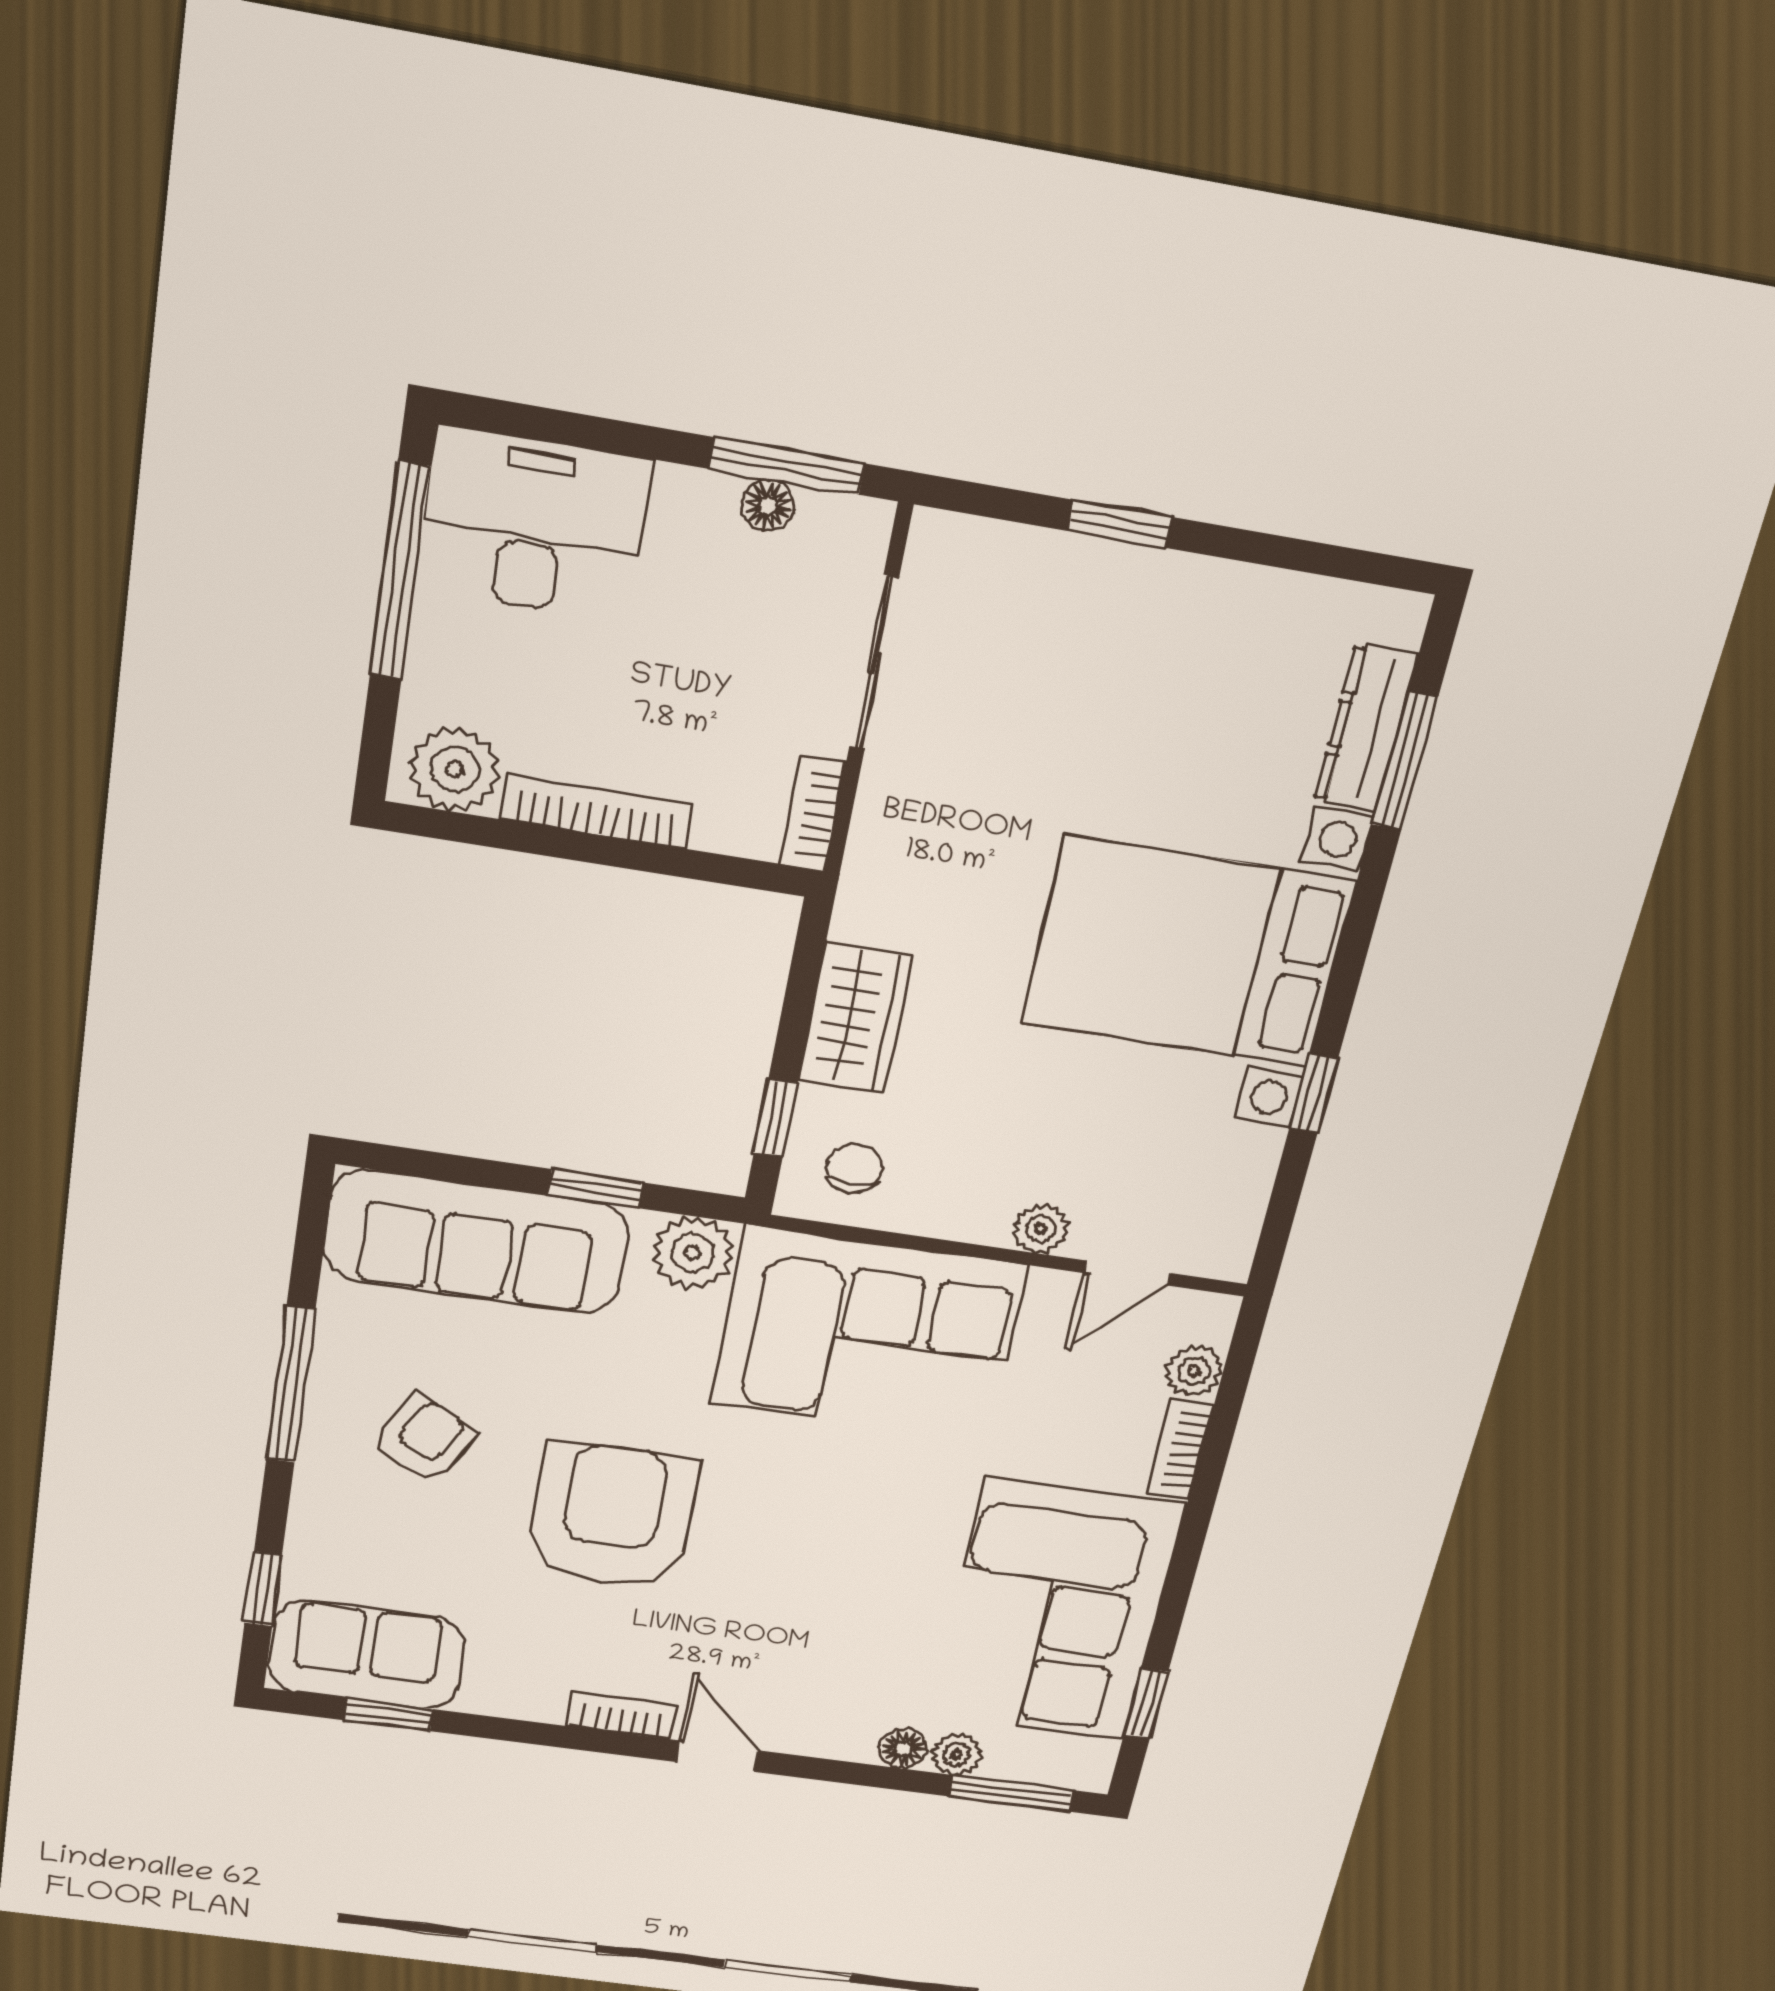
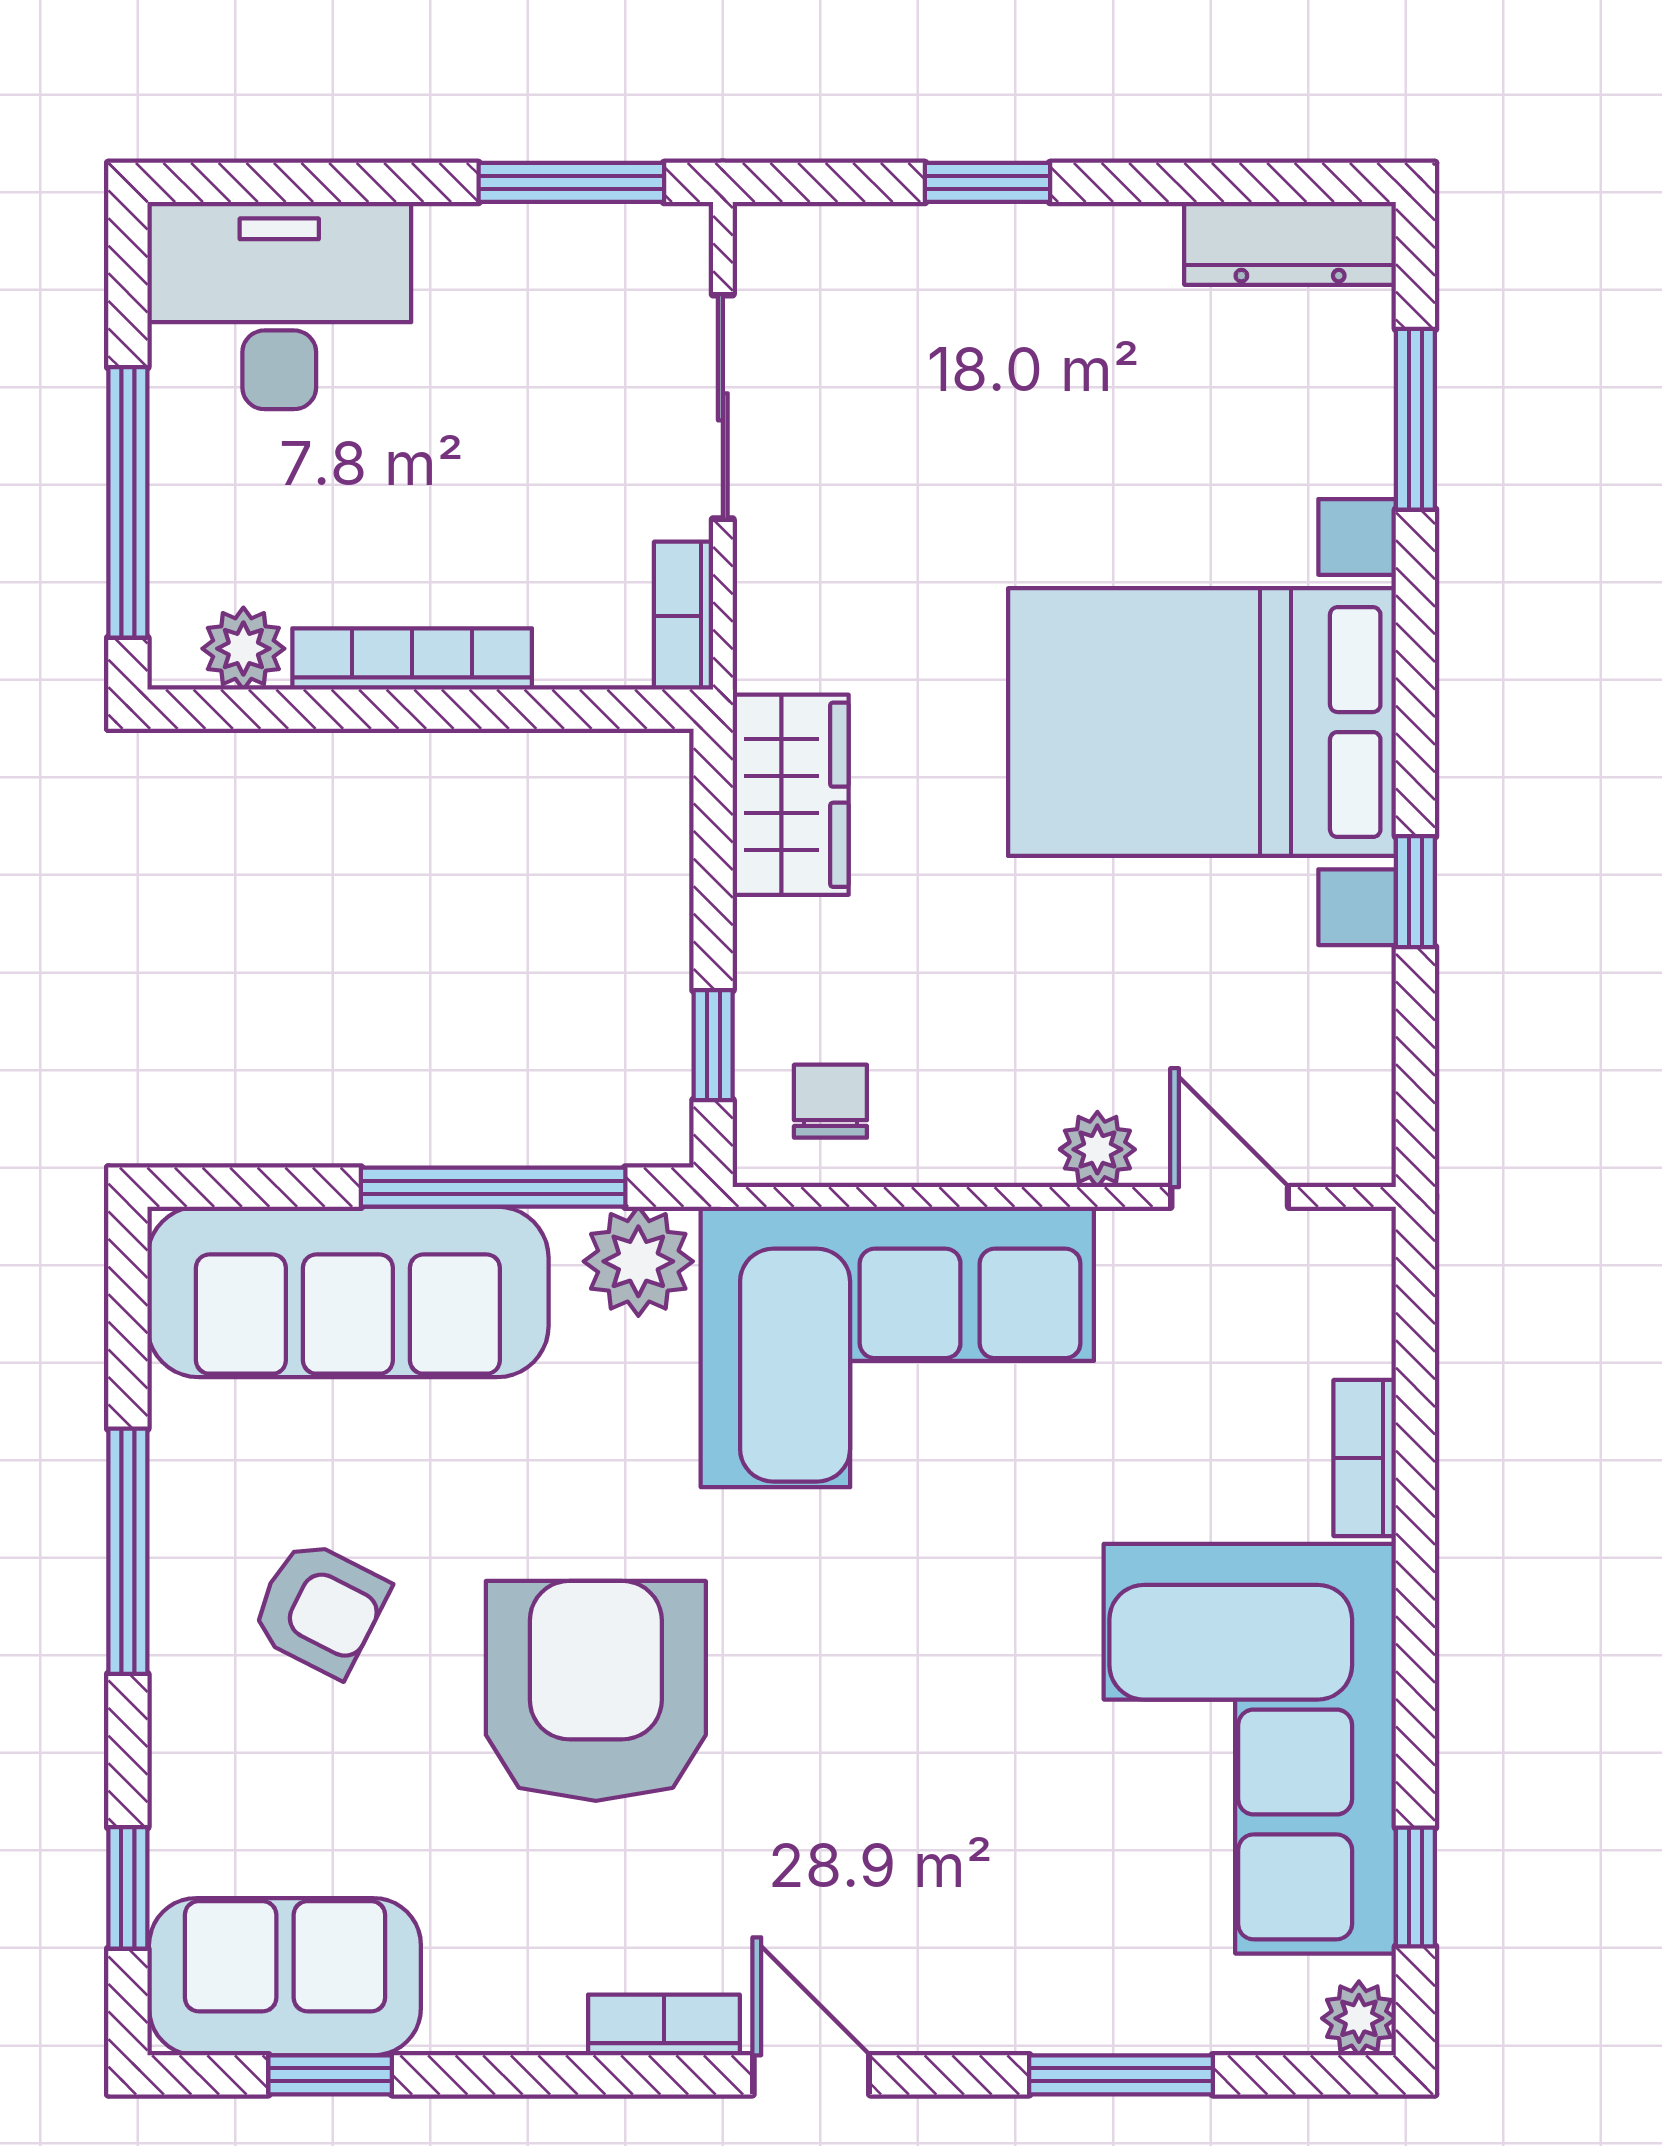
floor lamp: (768, 505) -> (557, 234), removed
window: (400, 571) -> (128, 502), moved
dresser: (1366, 728) -> (1290, 243), moved, turned -90
plant: (454, 769) -> (243, 649), width x0.73, depth x0.73
wardrobe: (855, 1018) -> (791, 795), moved
window: (595, 1189) -> (493, 1187), width x2.17
door: (1128, 1273) -> (1230, 1197), swing flipped
plant: (1194, 1371) -> (1356, 1332), removed
armchair: (424, 1439) -> (320, 1608), turned 88
floor lamp: (903, 1749) -> (1079, 2020), removed
plant: (956, 1754) -> (1359, 2018), moved
window: (1012, 1793) -> (1121, 2075), moved

